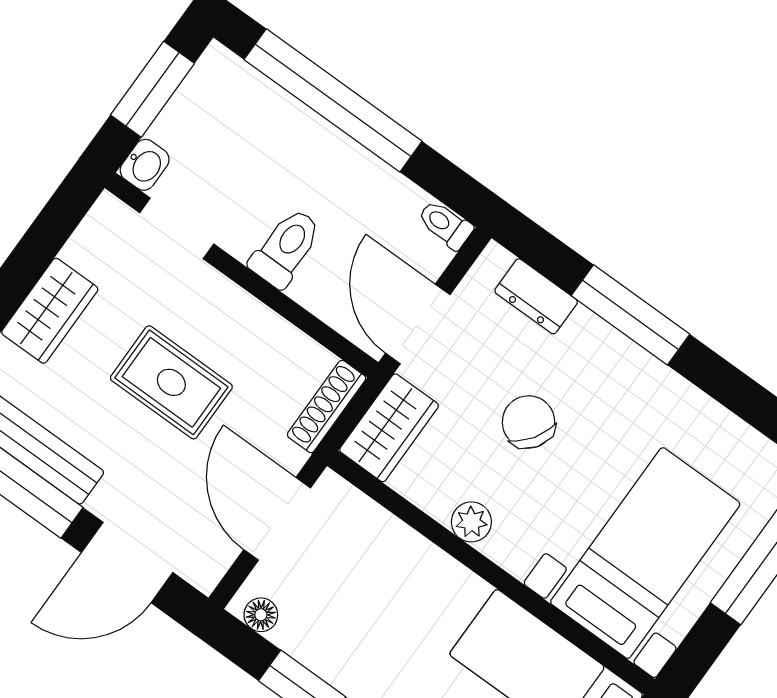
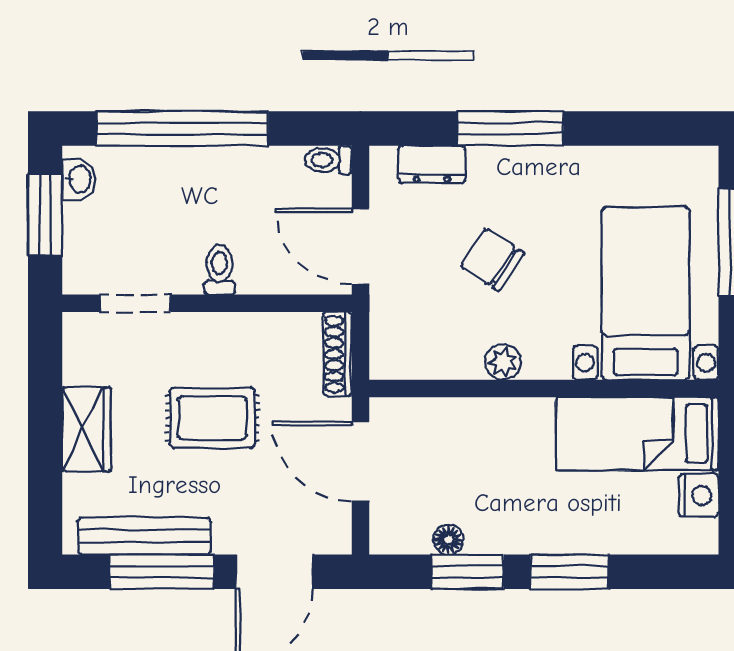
washbasin: (145, 165) -> (79, 179), moved
toilet: (286, 248) -> (219, 270), width x0.73, depth x0.72
wardrobe: (389, 428) -> (394, 337), removed
floor lamp: (261, 615) -> (448, 540), moved

